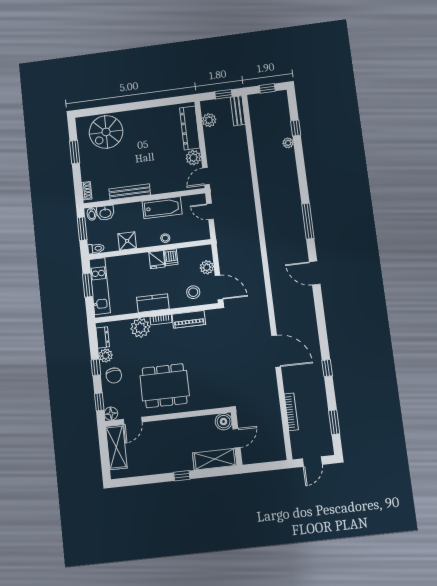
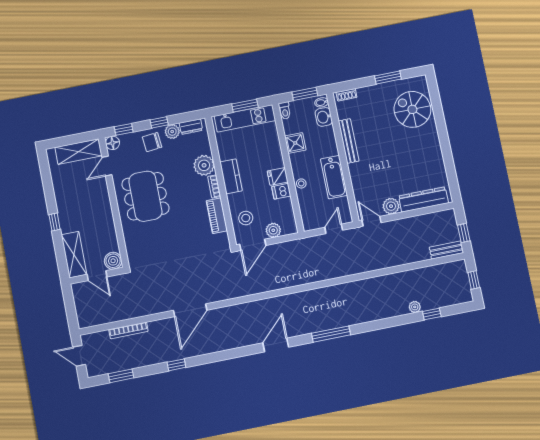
plant: (209, 120) -> (434, 220), removed
door: (133, 421) -> (107, 166), hinge flipped

